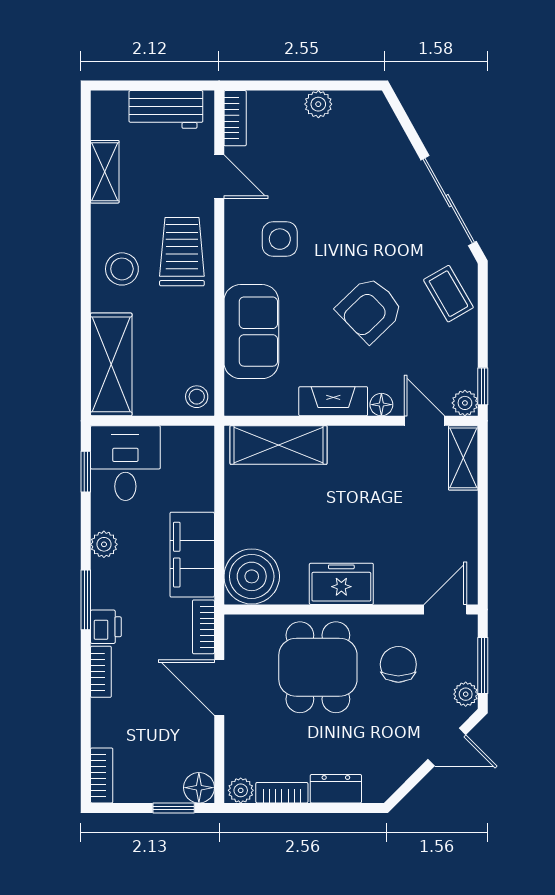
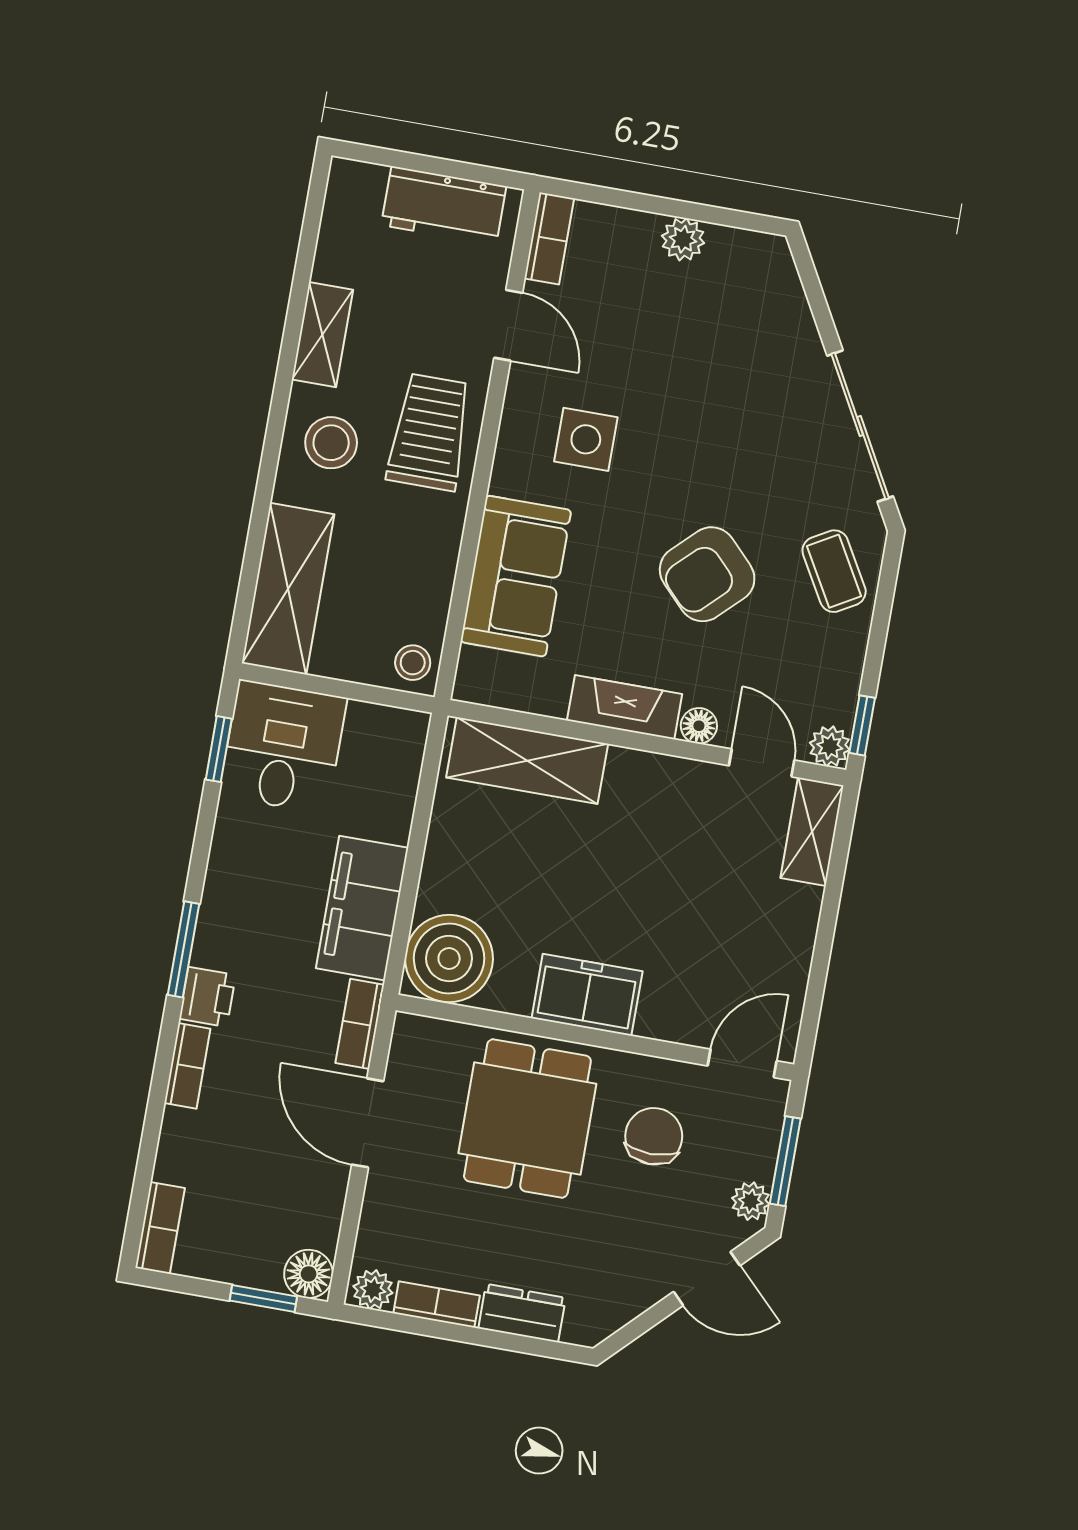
shelving: (105, 172) -> (322, 335), moved
plant: (104, 544) -> (227, 868), removed

